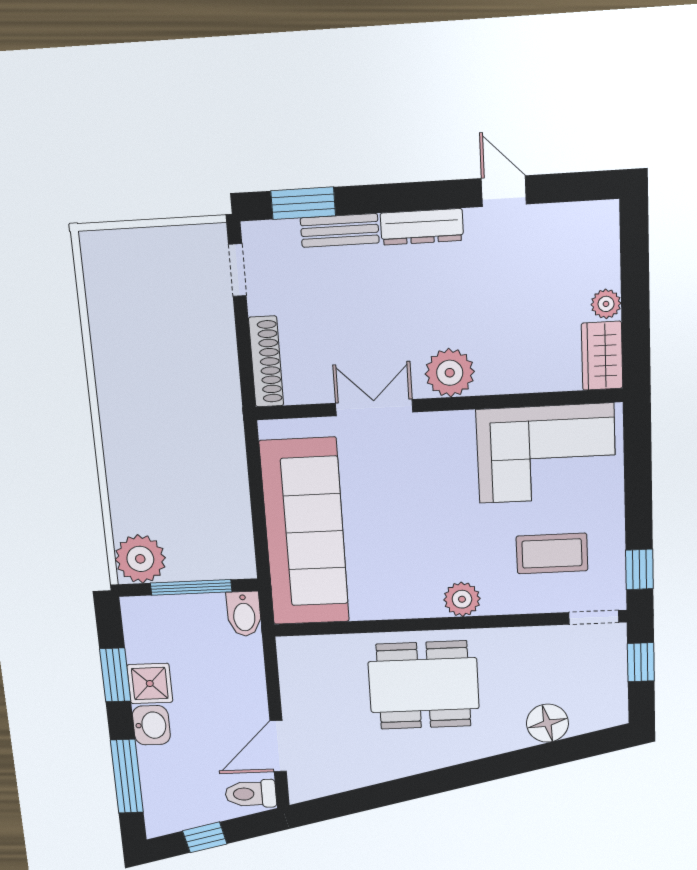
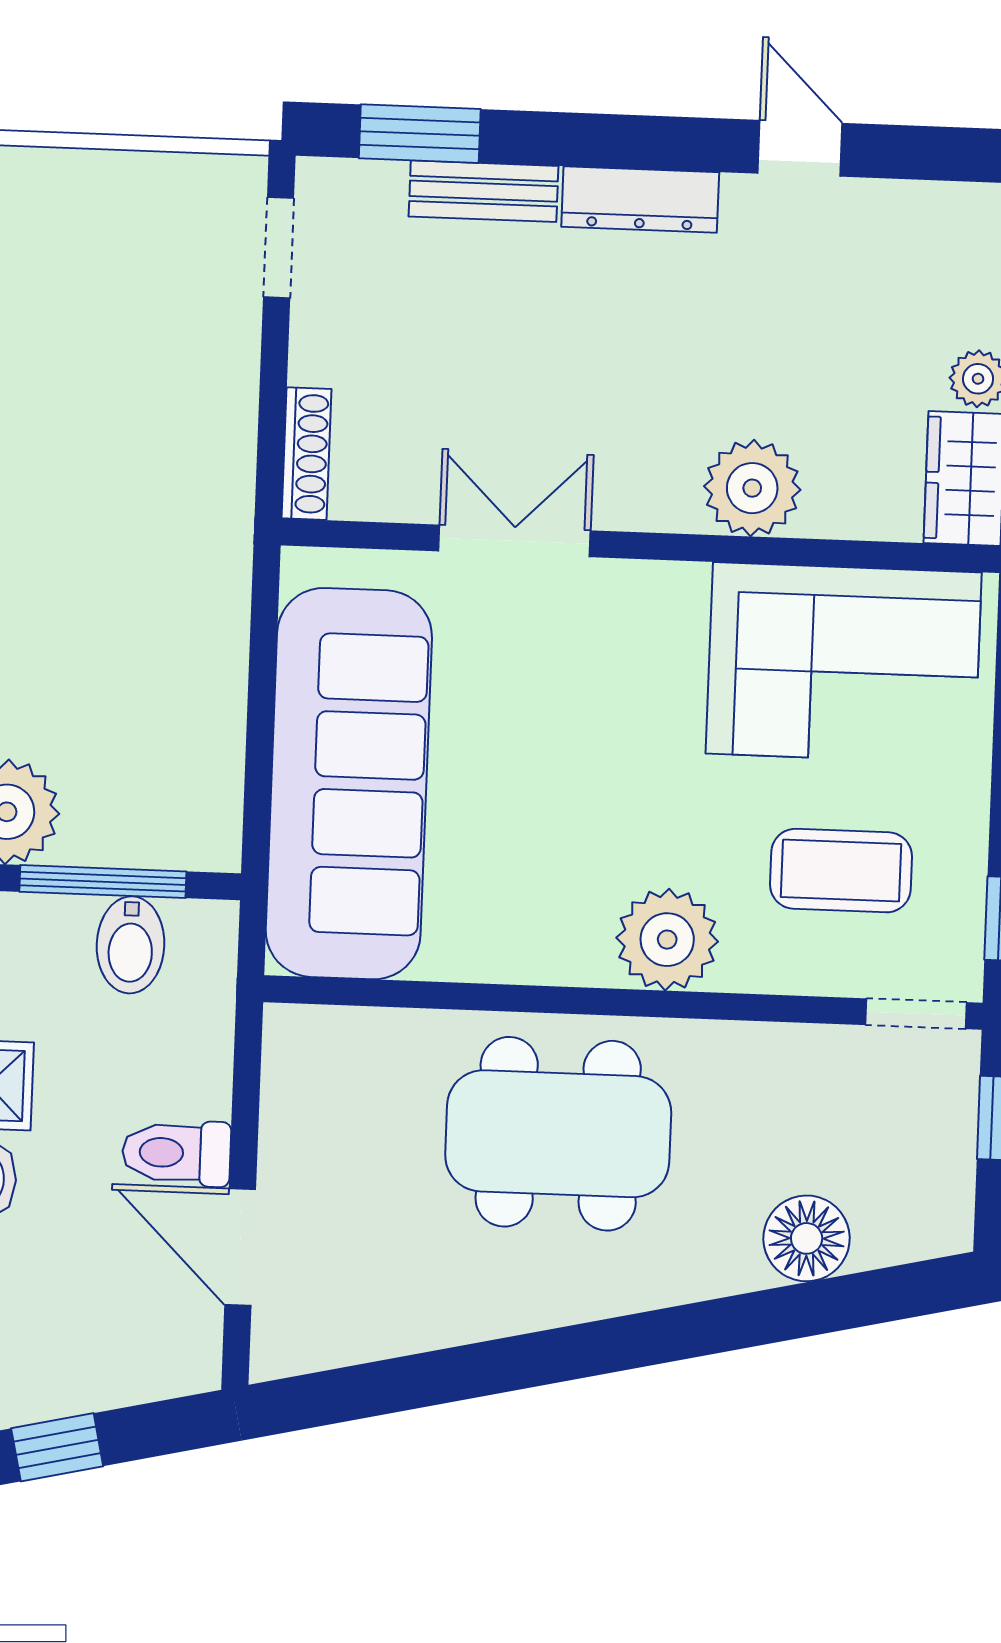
shoe rack: (266, 362) -> (306, 454), width x0.74, depth x0.81
plant: (450, 373) -> (752, 488), moved
plant: (462, 599) -> (667, 940), width x1.36, depth x1.36
bidet: (244, 614) -> (131, 945), moved
door: (278, 746) -> (240, 1247), hinge flipped
toilet: (251, 794) -> (176, 1153), moved

